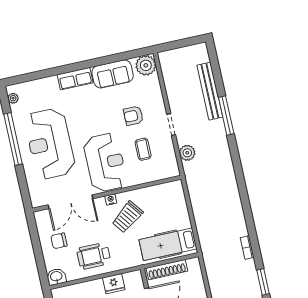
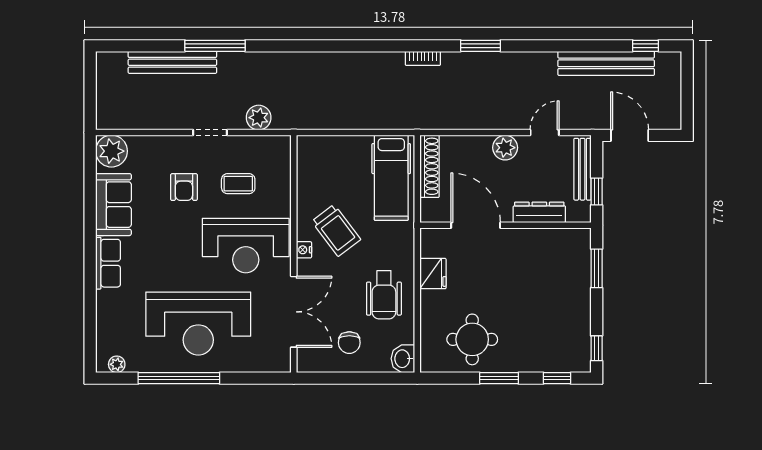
reception desk: (105, 163) -> (246, 246), turned 180
shoe rack: (167, 270) -> (430, 166), moved

